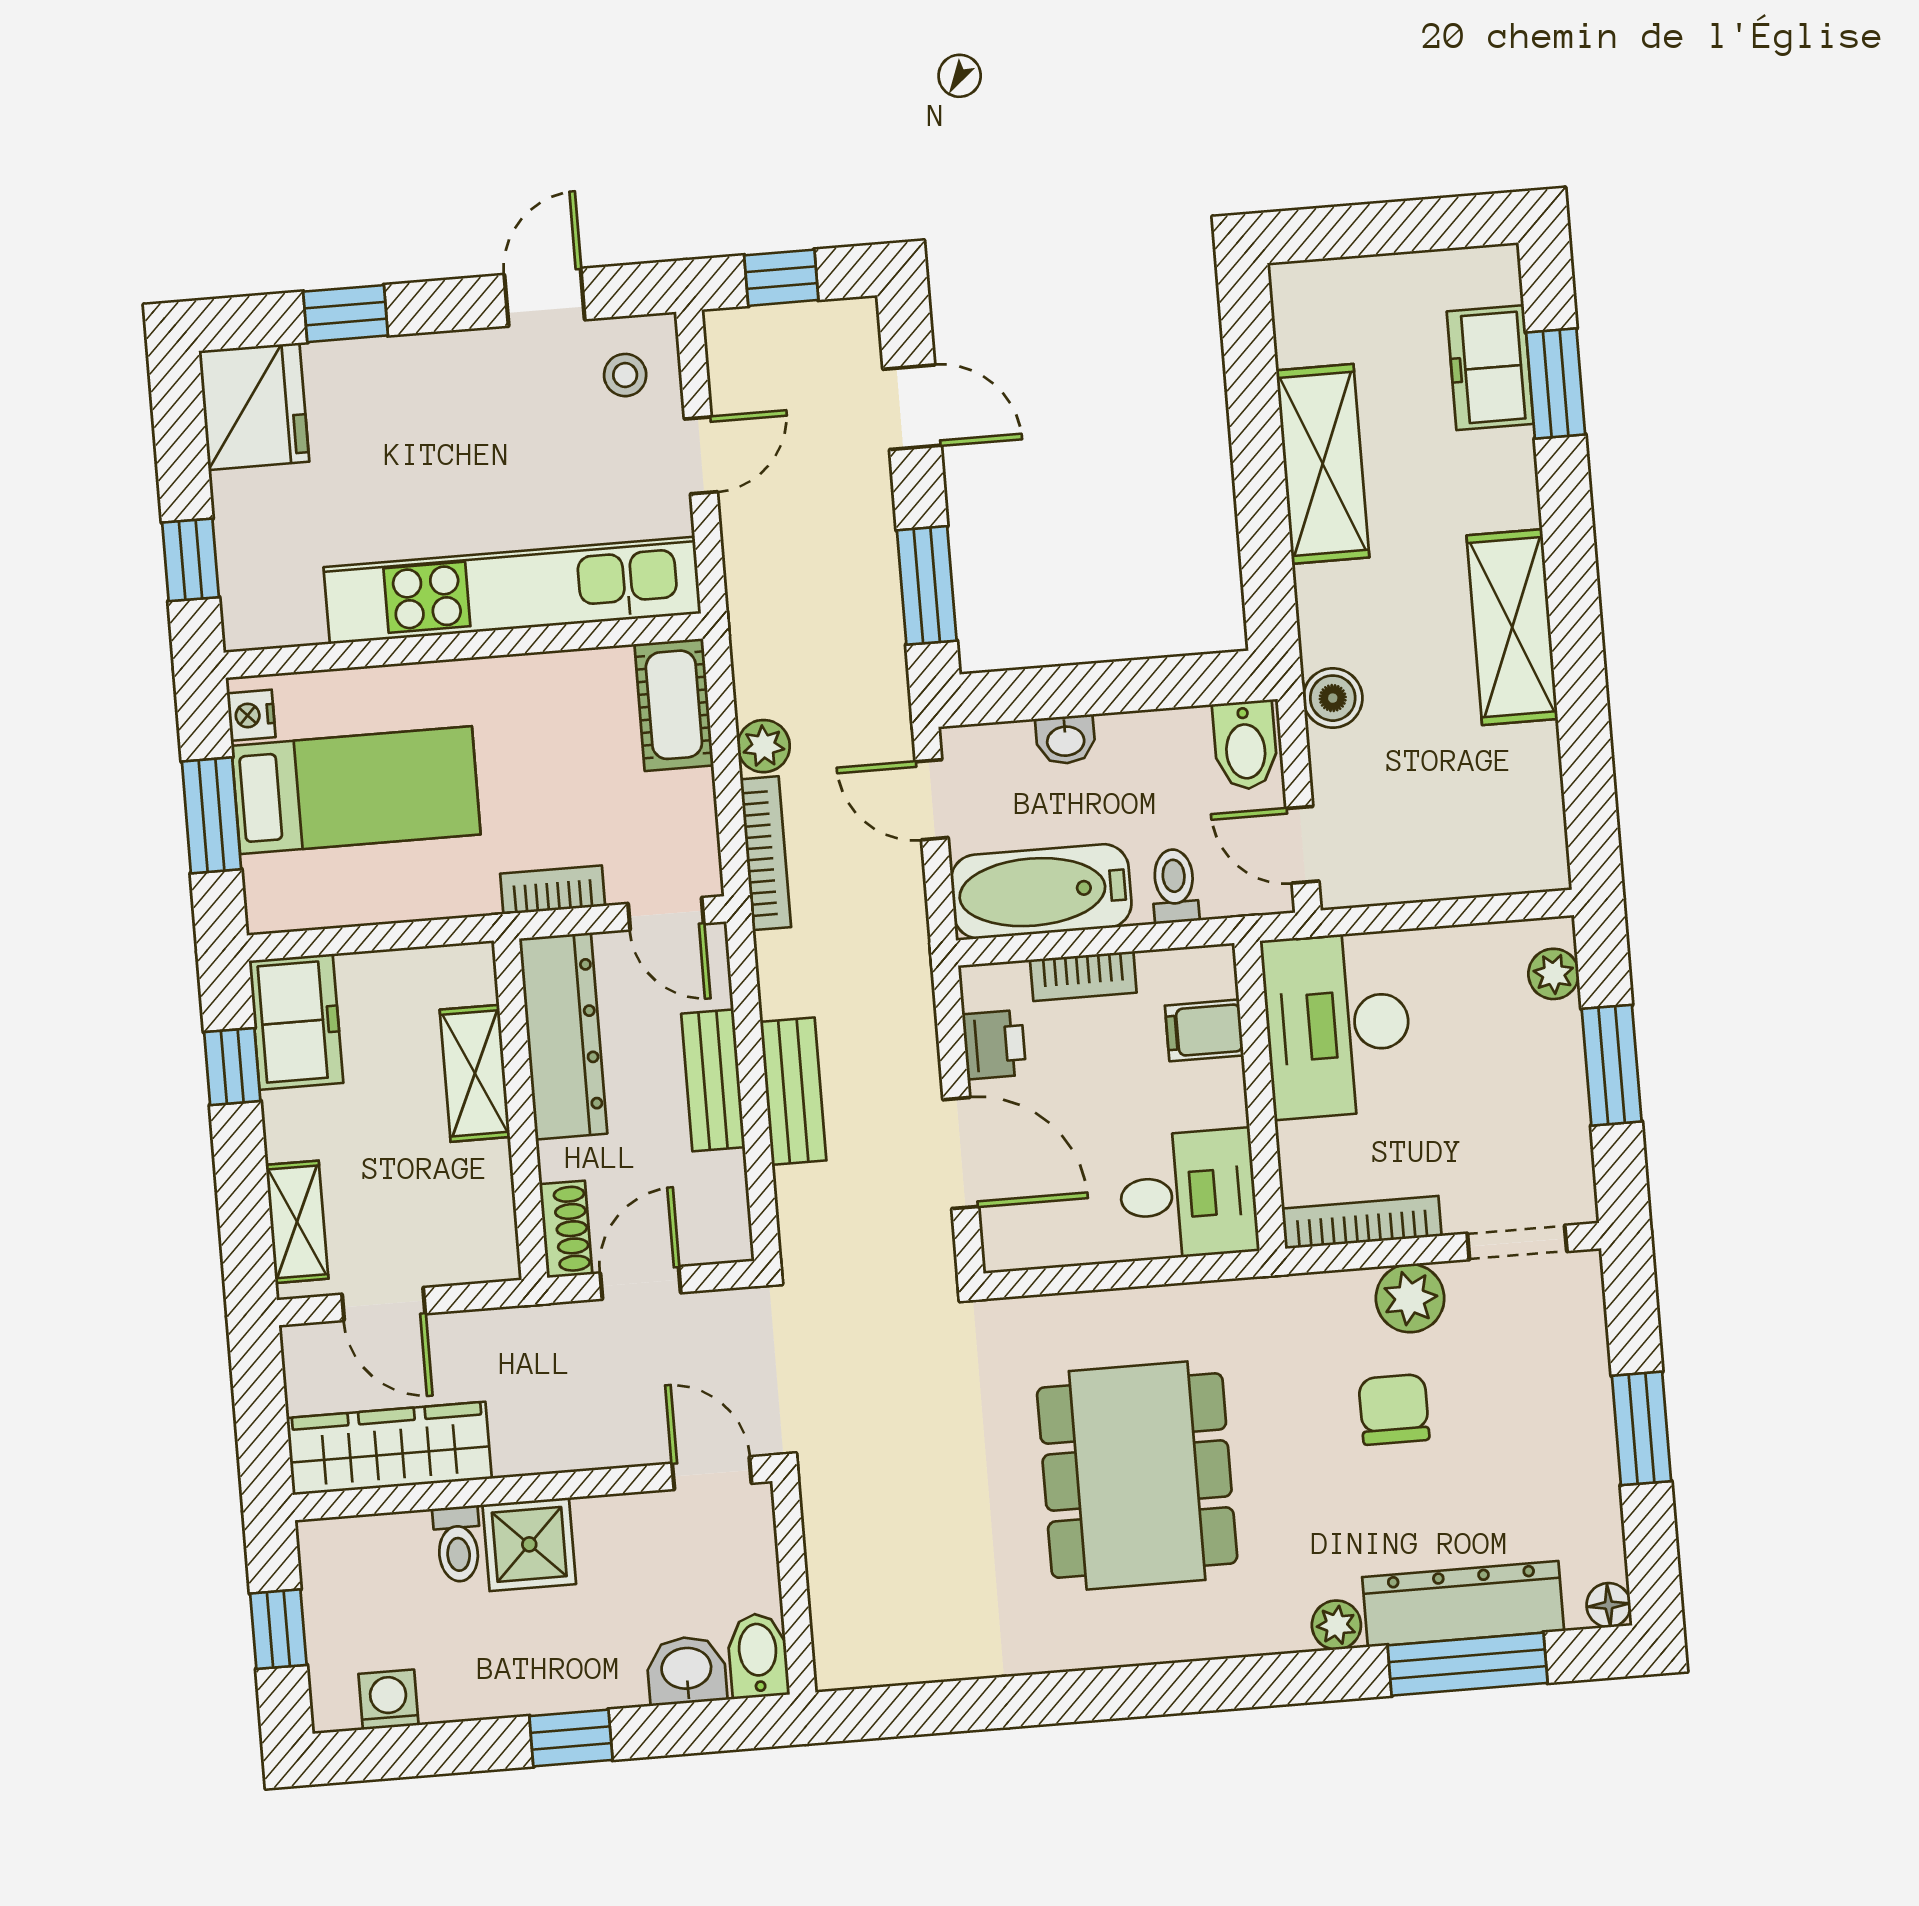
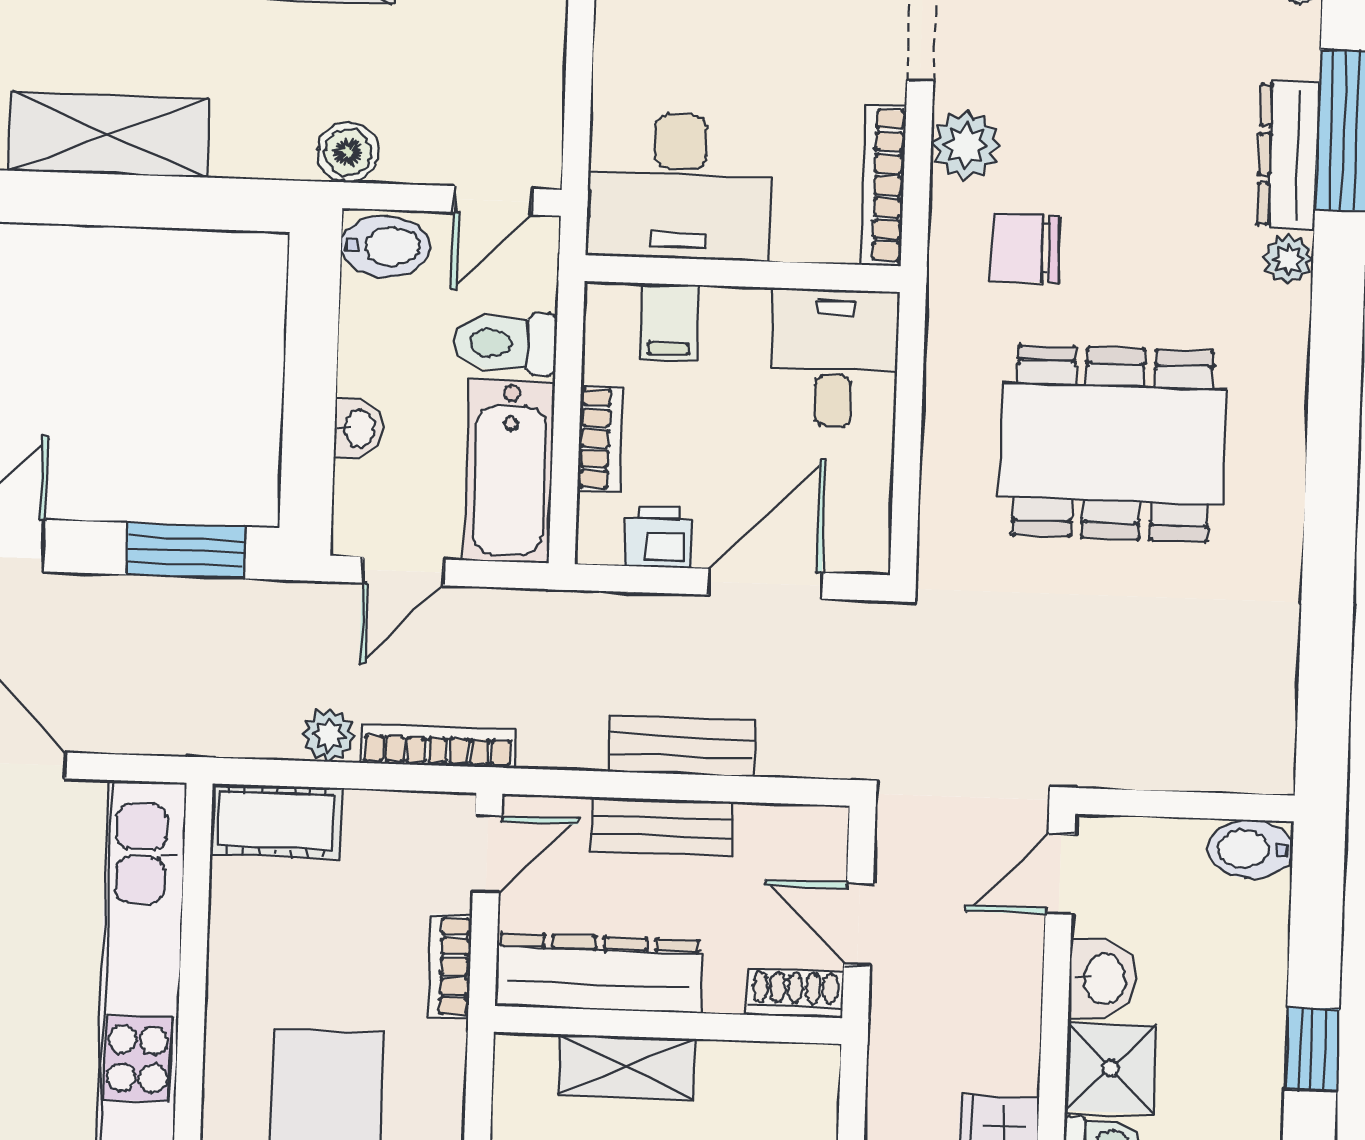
toilet: (1174, 886) -> (505, 343), width x1.37, depth x1.39
chair: (1394, 1409) -> (1025, 248), moved
dresser: (1463, 1604) -> (1288, 155), width x0.73, depth x0.80
washbasin: (686, 1670) -> (1103, 979), moved, turned 180

